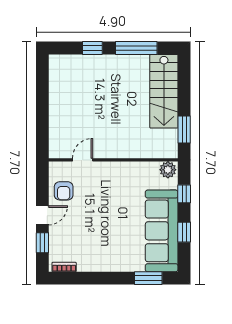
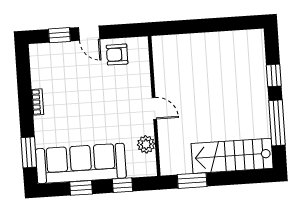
door: (83, 160) -> (154, 108), moved
plant: (168, 170) -> (146, 144), moved
bookcase: (64, 267) -> (38, 102), moved

